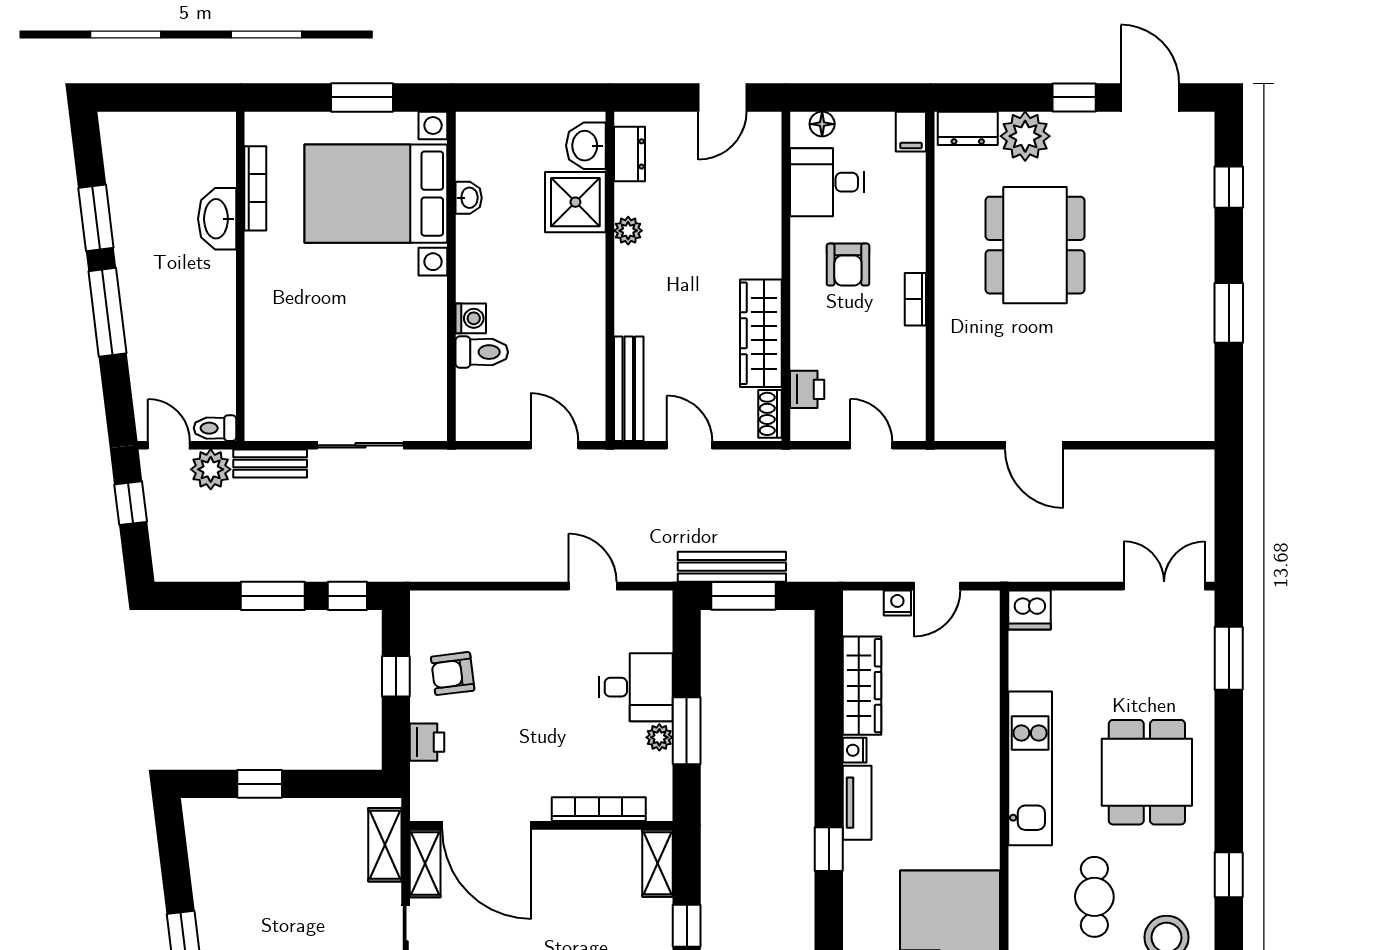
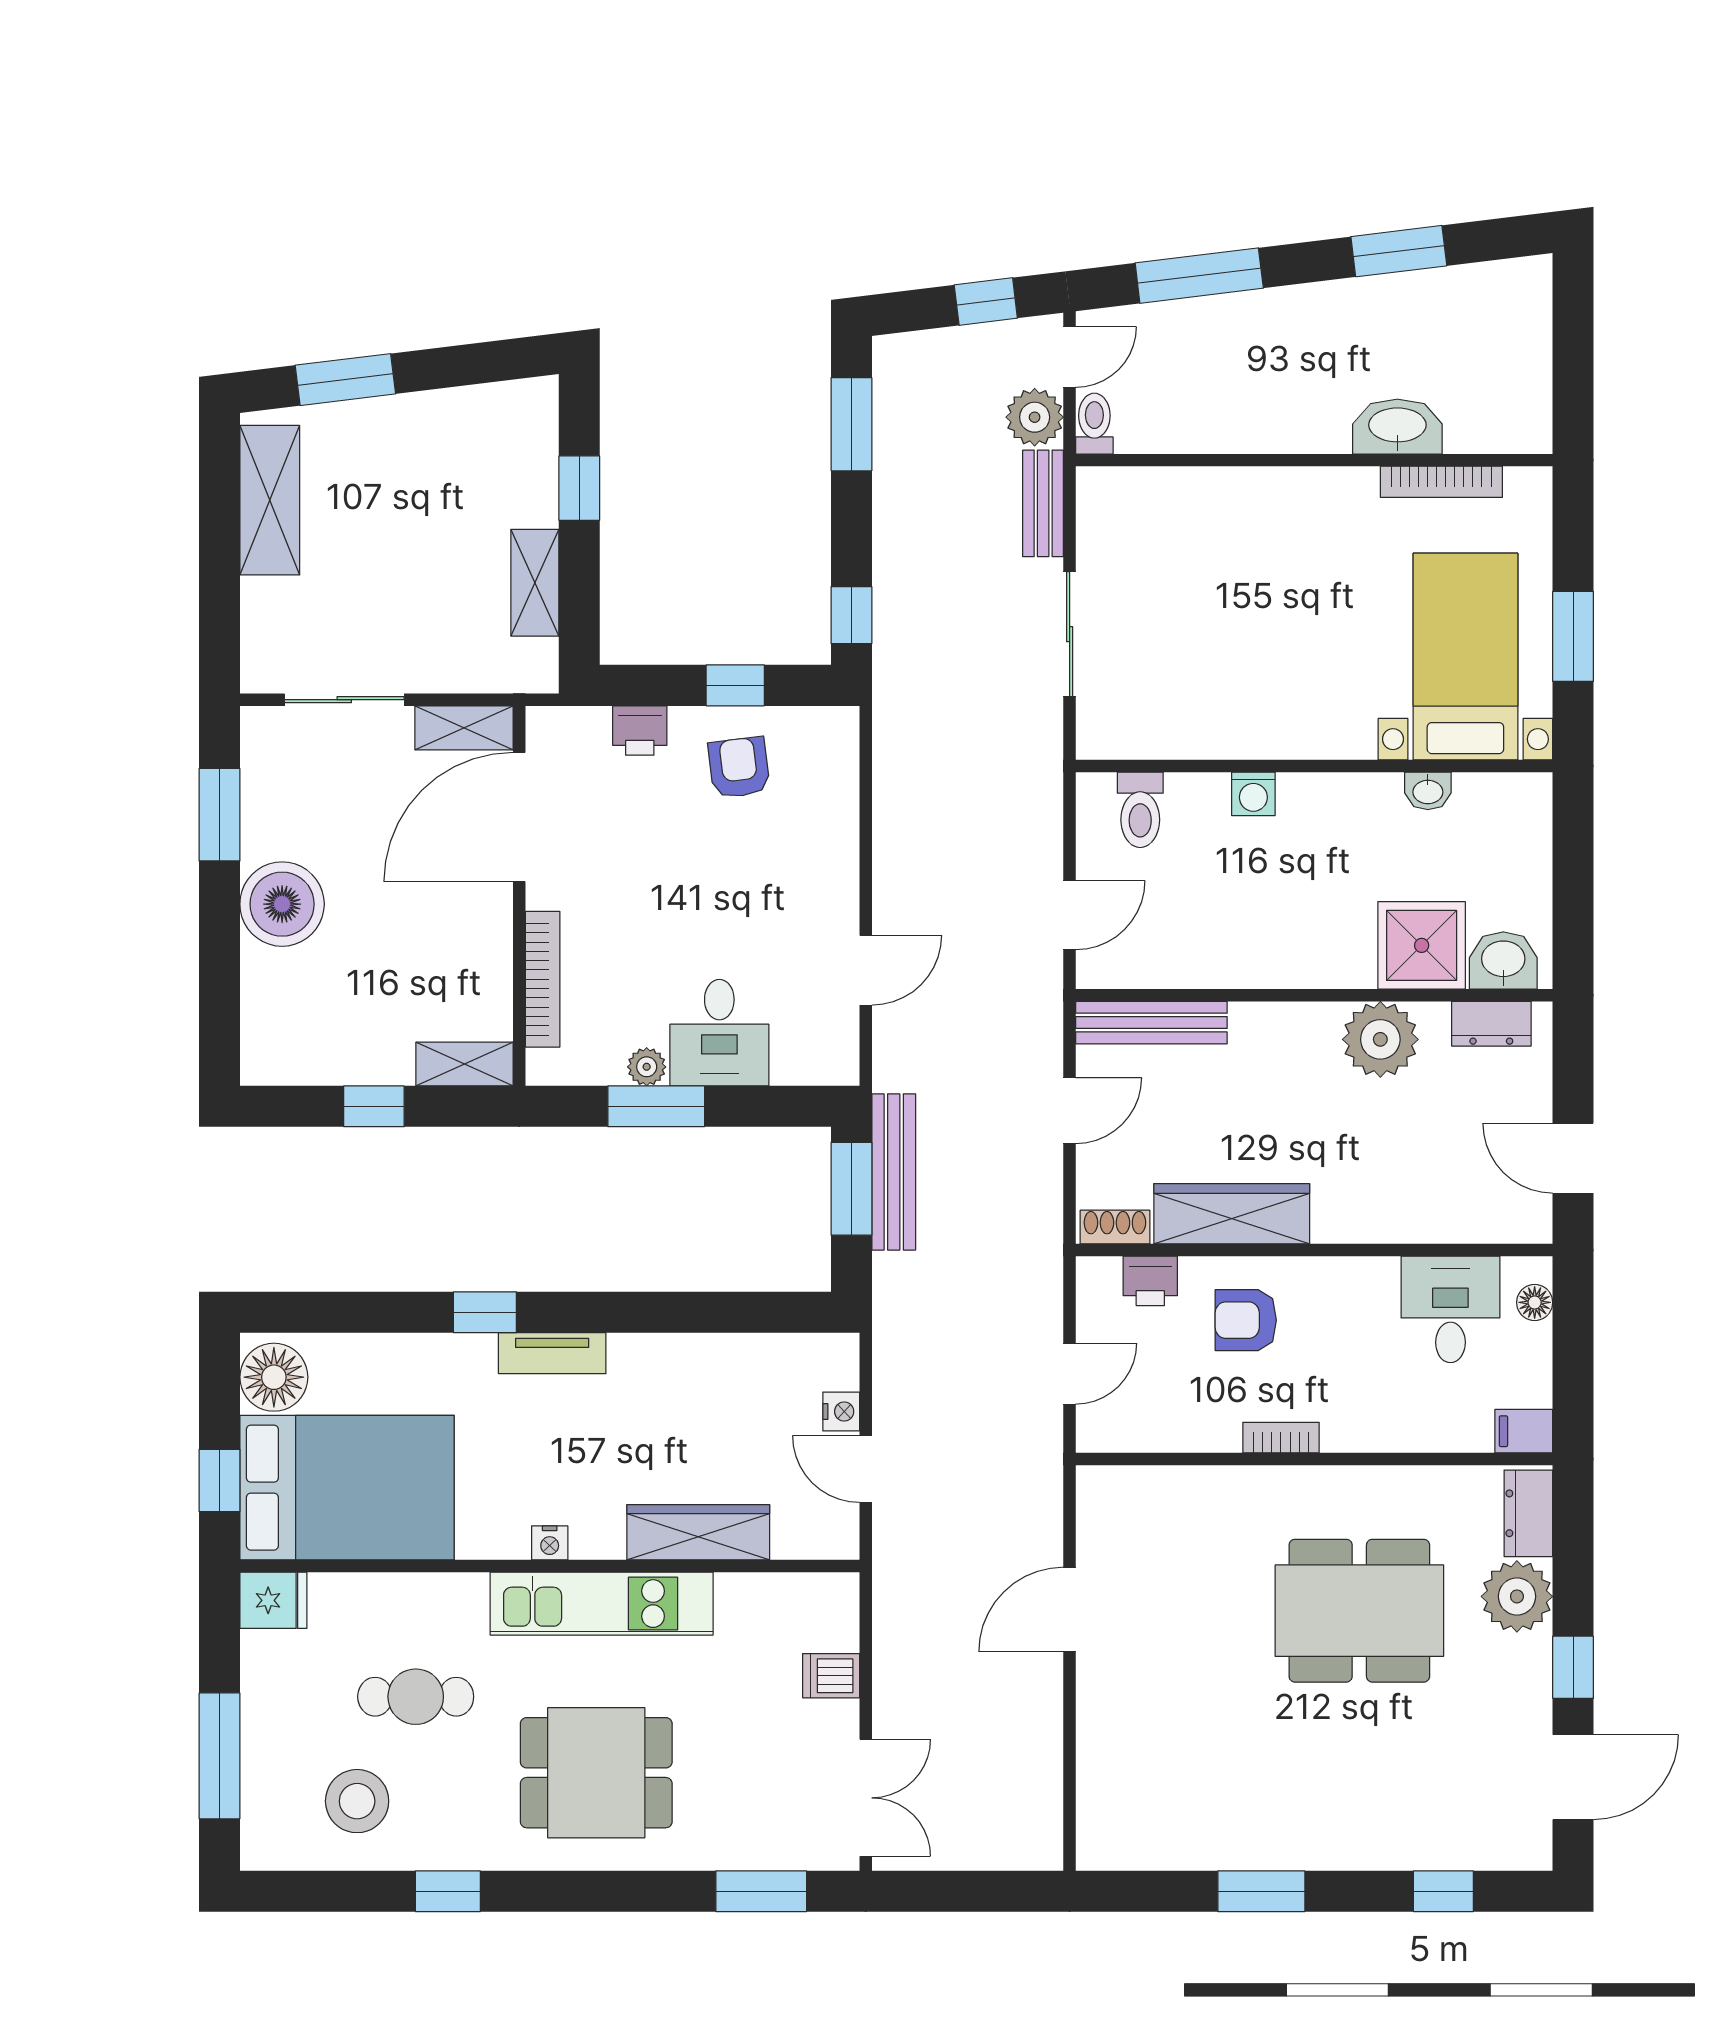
bed with nightstands: (376, 194) -> (1465, 656), width x0.73
plant: (628, 231) -> (1380, 1039), width x1.88, depth x1.88
armchair: (848, 265) -> (1246, 1320), moved
window: (107, 312) -> (1199, 276), moved
toilet: (482, 352) -> (1140, 810), moved
window: (273, 596) -> (851, 424), moved
dishwasher: (1029, 610) -> (831, 1676), moved, width x0.73
wardrobe: (862, 686) -> (698, 1532), moved, turned 180
nightstand: (855, 750) -> (550, 1543), moved, turned 180
shelving: (385, 845) -> (535, 583), moved, turned 90

